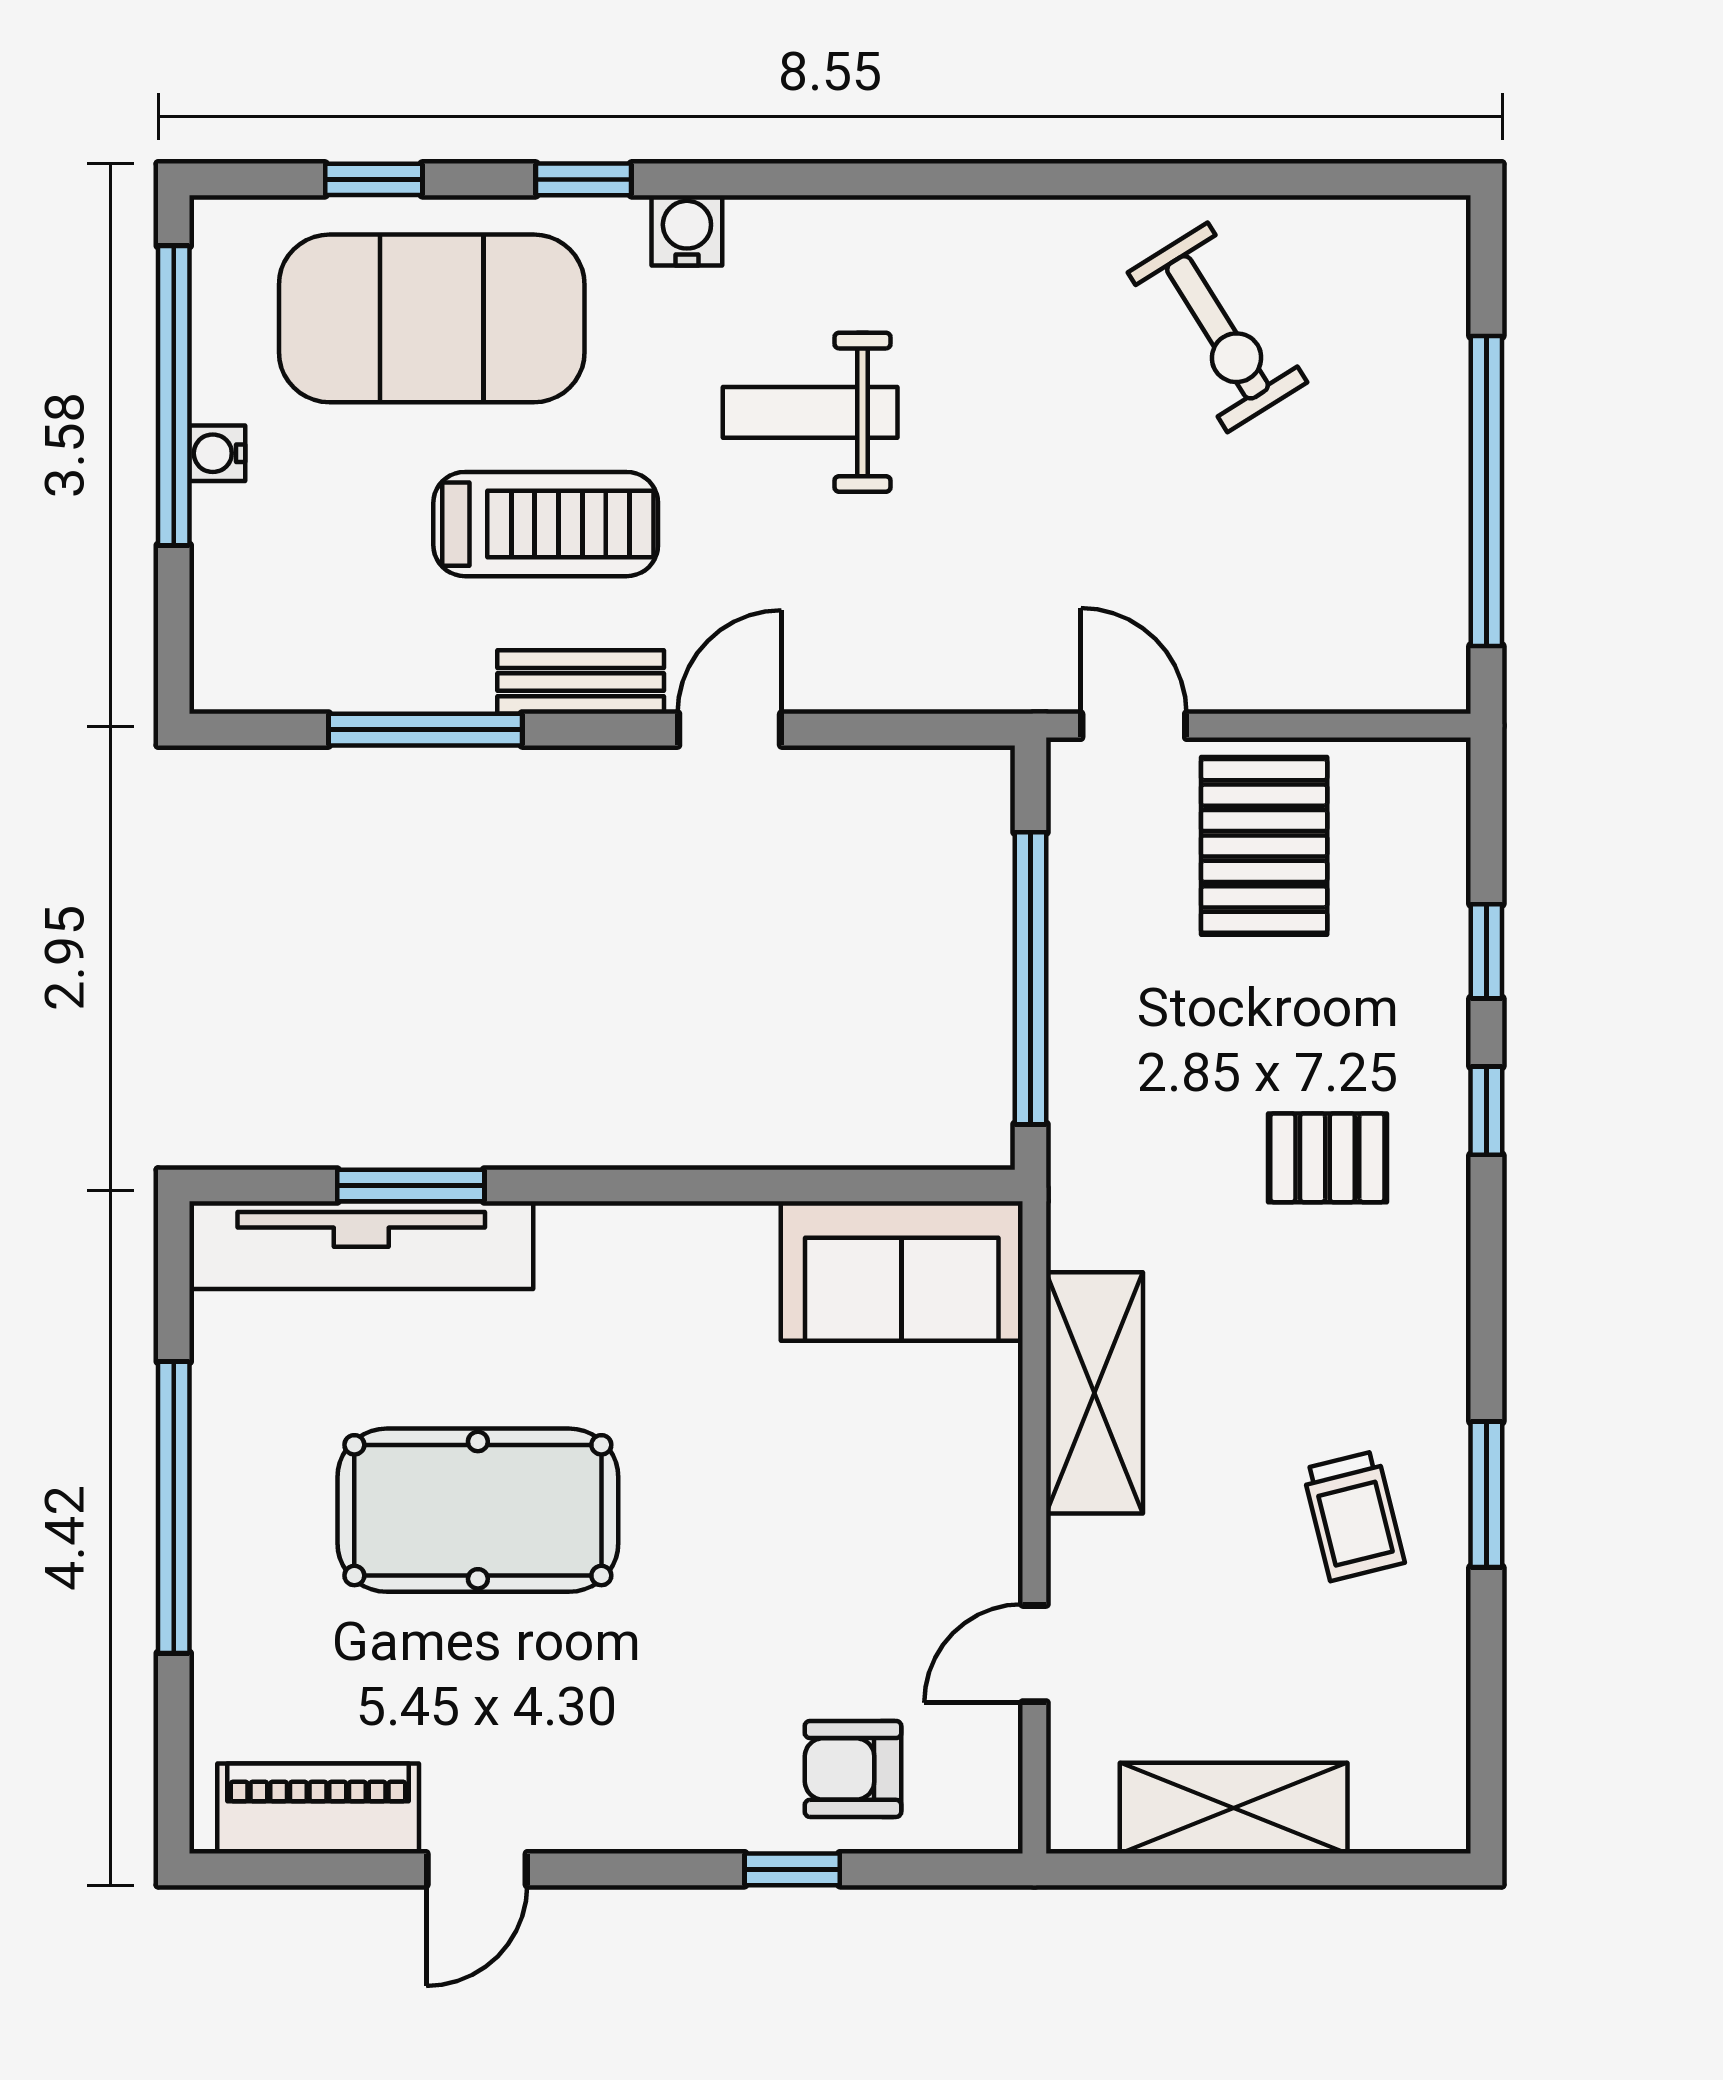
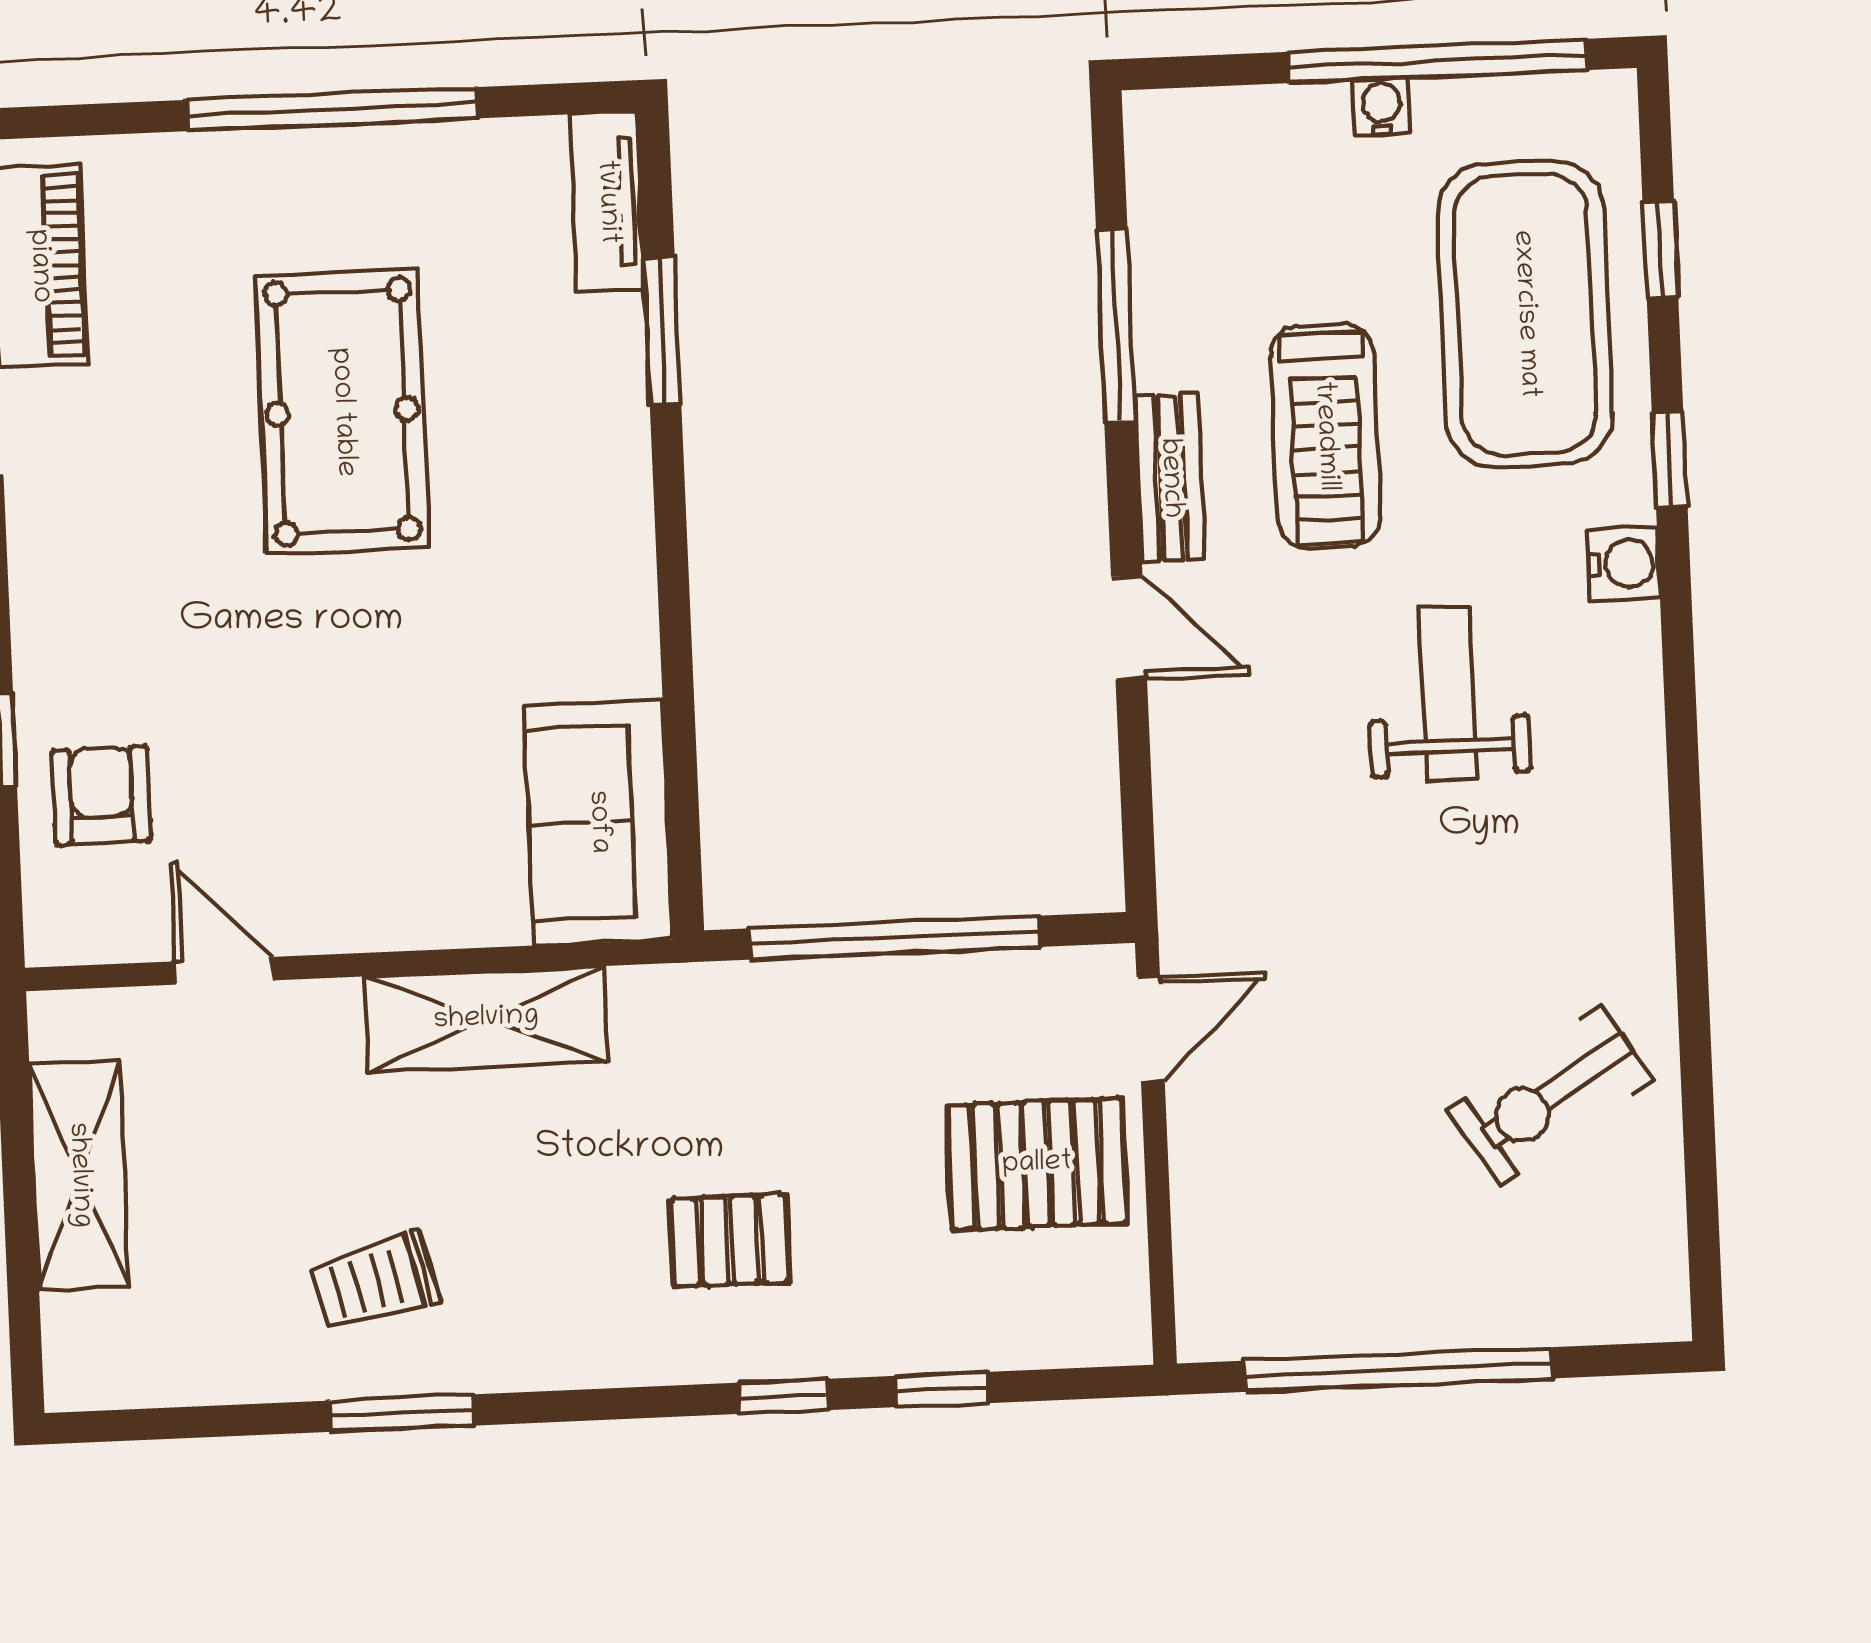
pallet: (1327, 1158) -> (729, 1240), turned 90
tv unit: (361, 1245) -> (607, 202), width x0.52, depth x0.78

